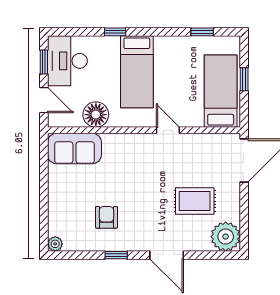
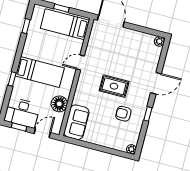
rug: (195, 201) -> (114, 86), moved, turned 90
plant: (226, 237) -> (159, 41), width x0.53, depth x0.53

